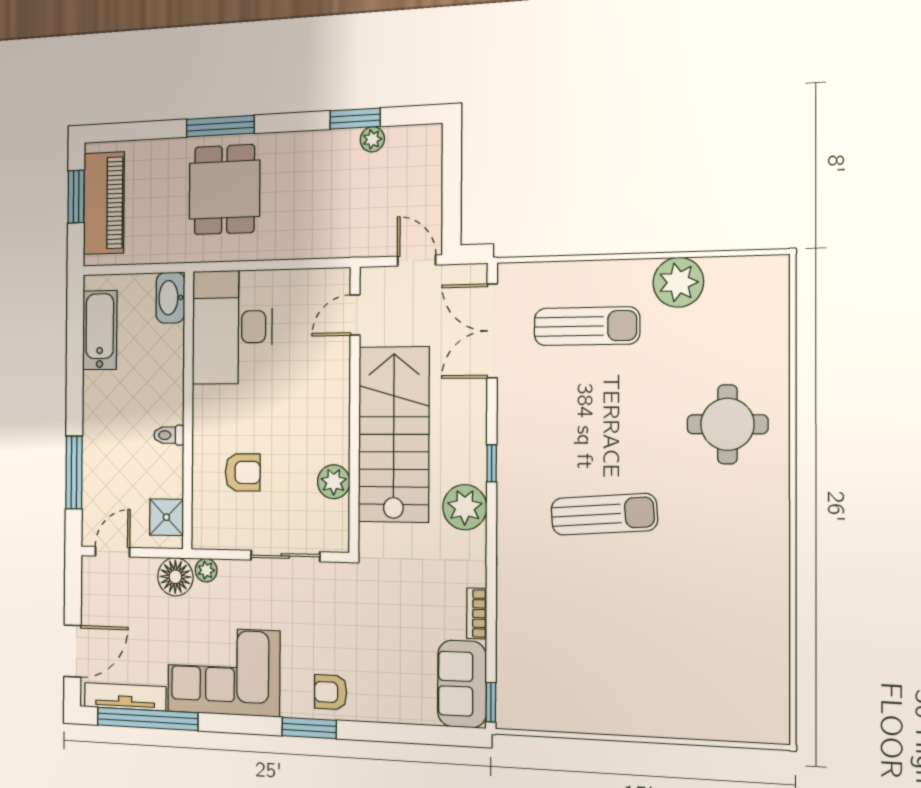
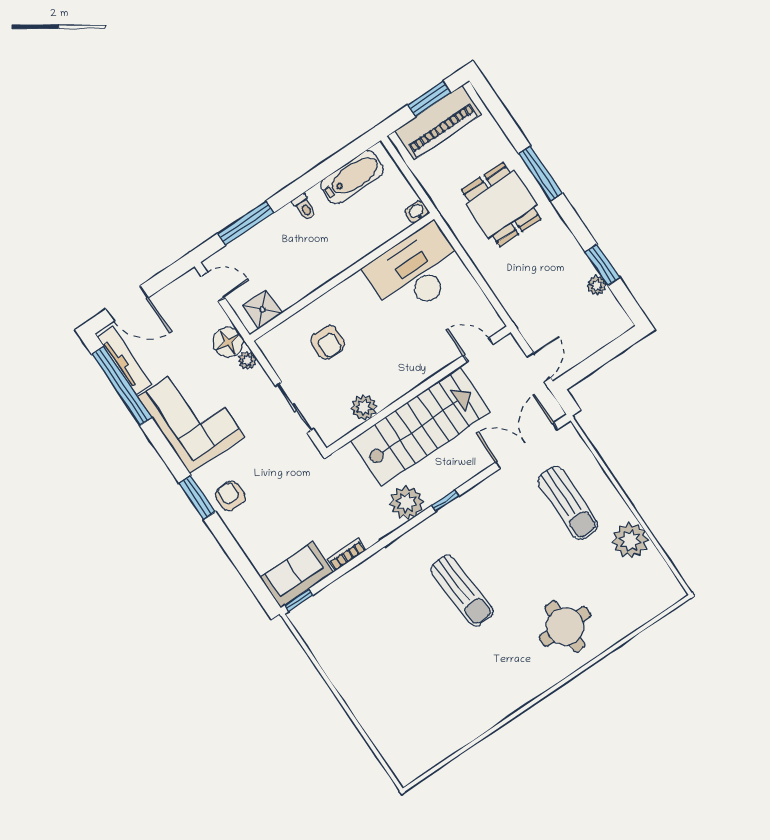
dining table: (224, 190) -> (501, 204), turned 90
washbasin: (170, 298) -> (417, 212), width x0.52, depth x0.69
toilet: (169, 435) -> (304, 207), moved, turned 180

